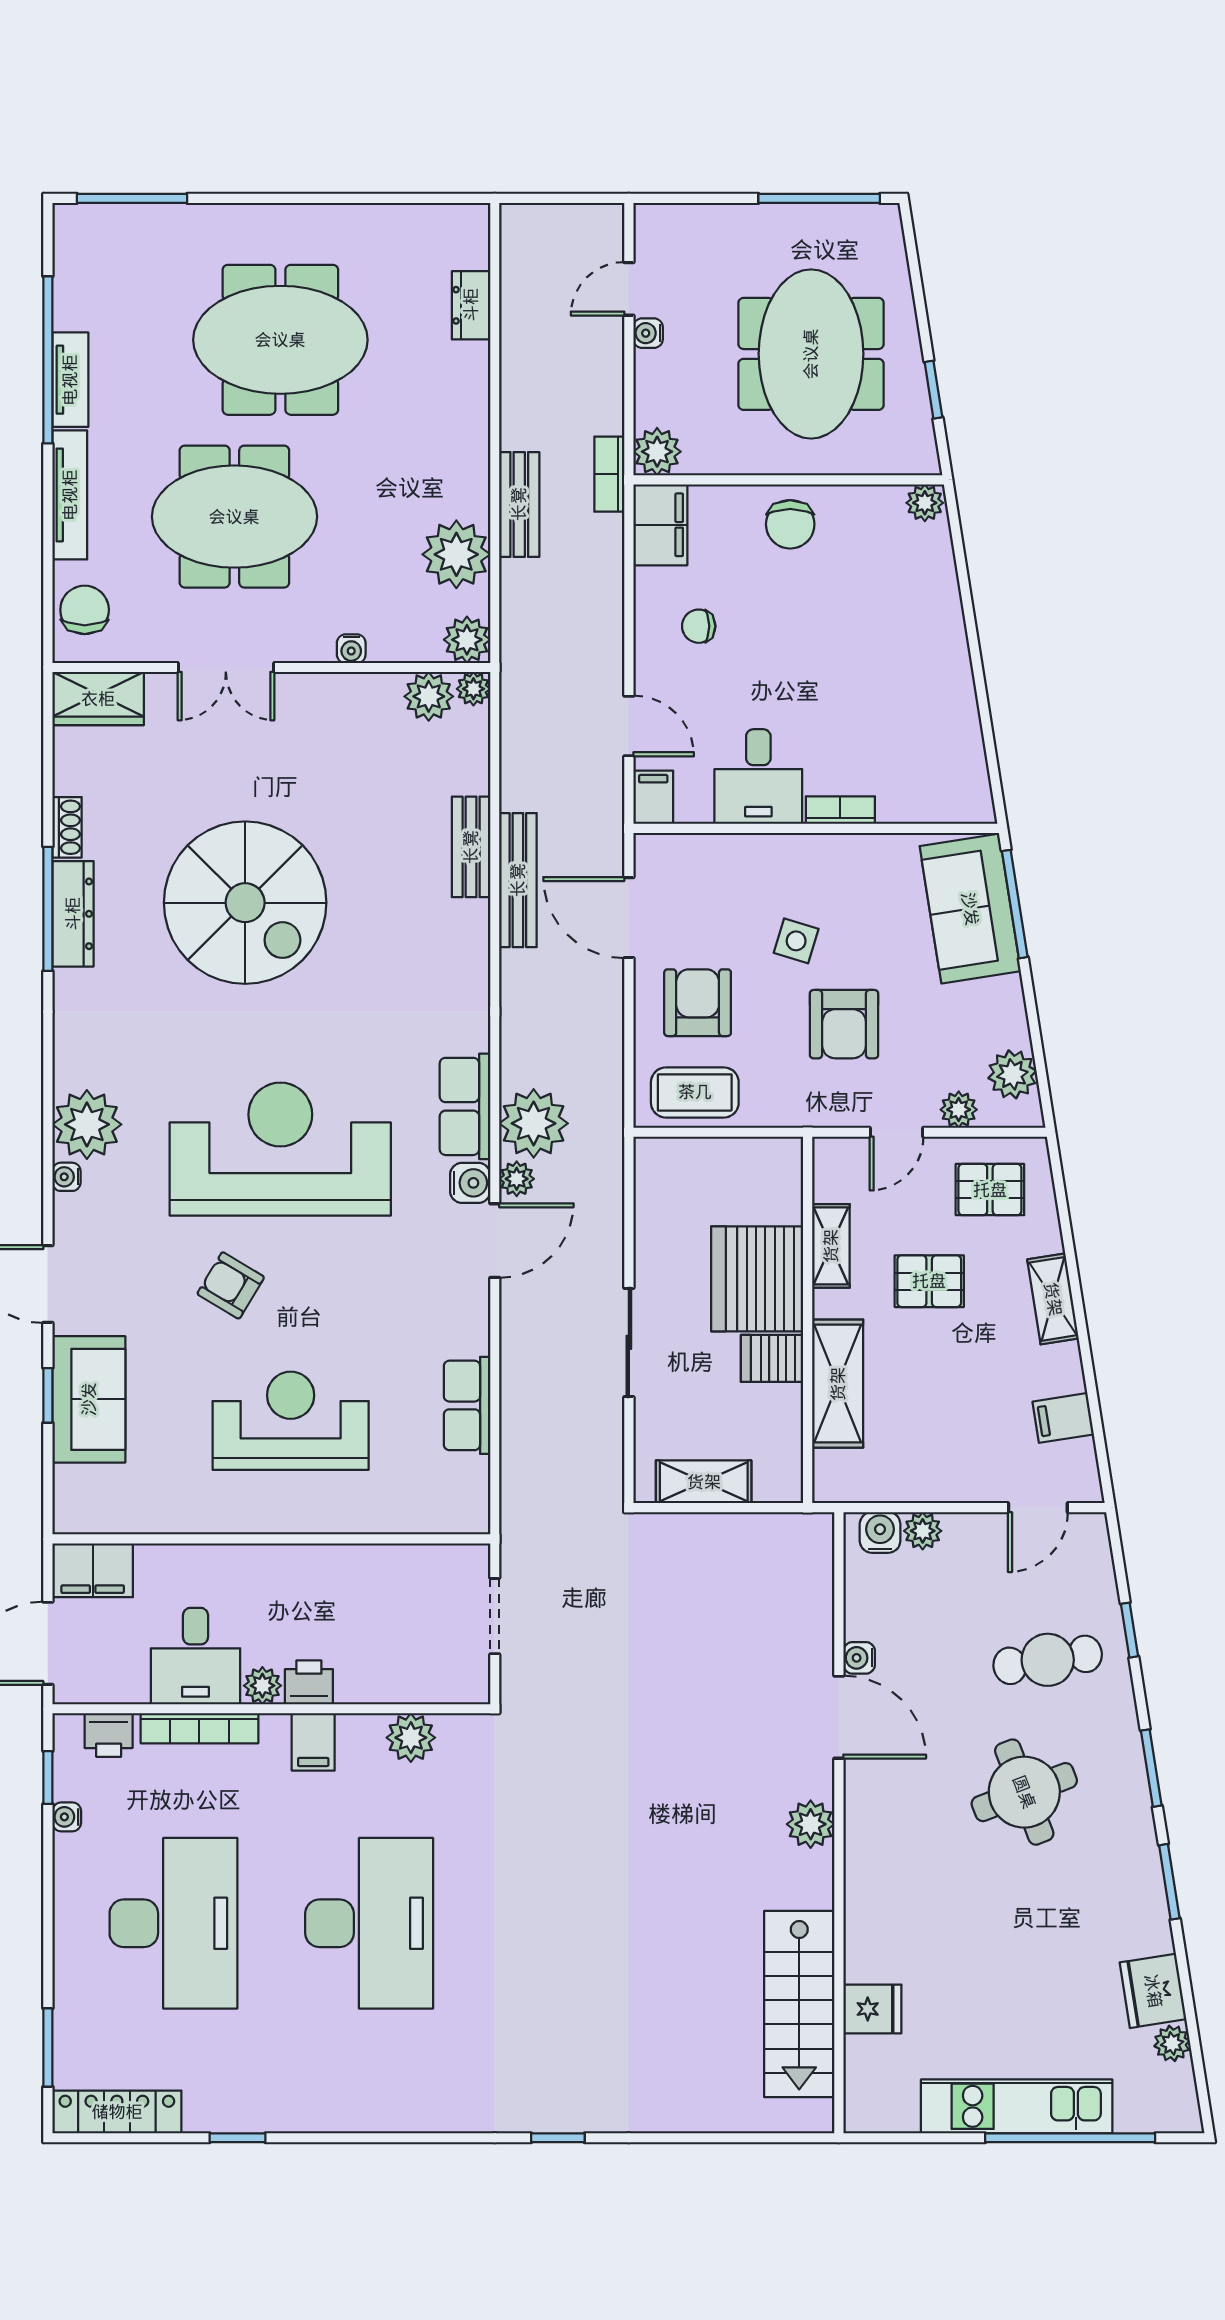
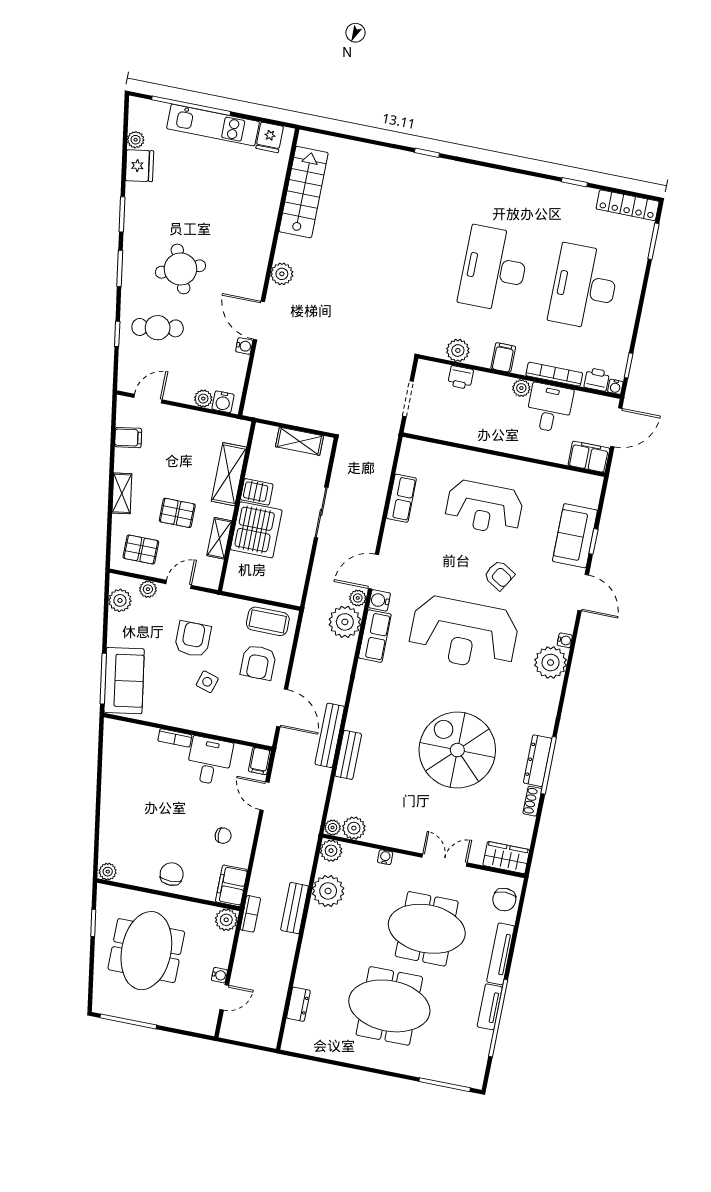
printer: (309, 1682) -> (461, 377), moved
water cooler: (67, 1817) -> (615, 387), moved, turned 90
fridge: (872, 2009) -> (270, 137), moved, turned -90

